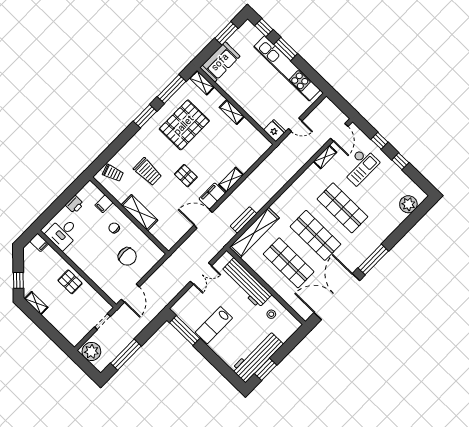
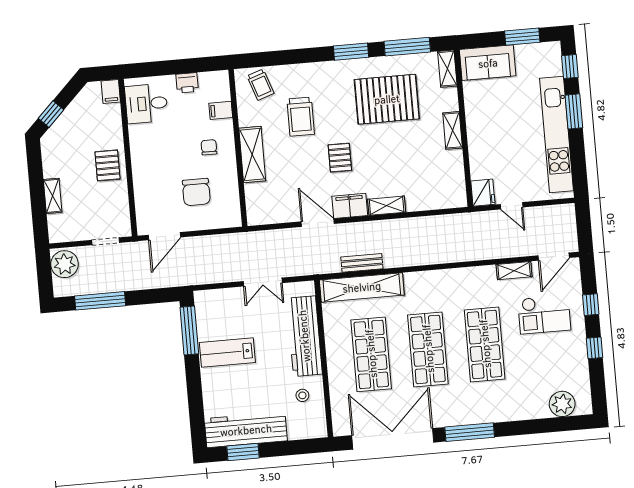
shelving: (36, 303) -> (53, 196), moved

